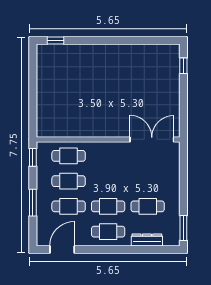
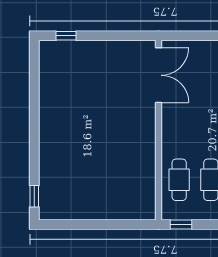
double door: (152, 139) -> (158, 75), swing flipped

